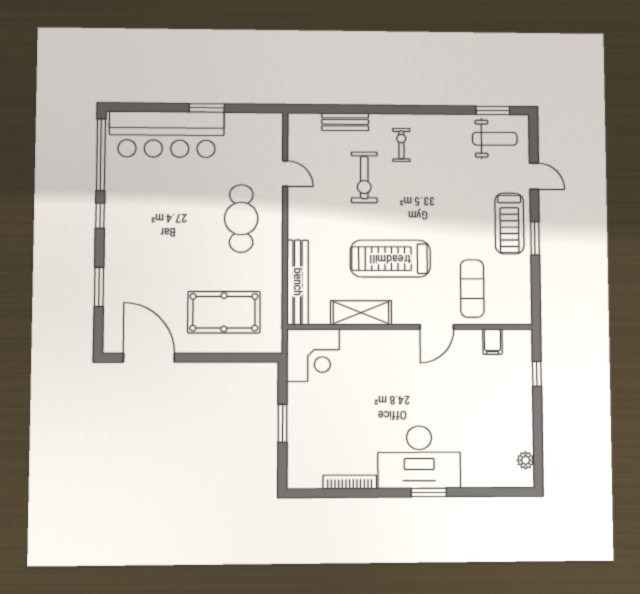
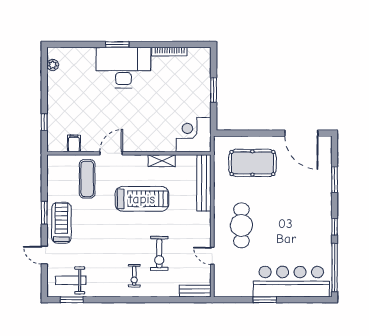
bench: (345, 122) -> (195, 291), moved
exercise bike: (364, 177) -> (159, 253), turned 180
shelving: (361, 313) -> (162, 161), width x0.67, depth x0.75

